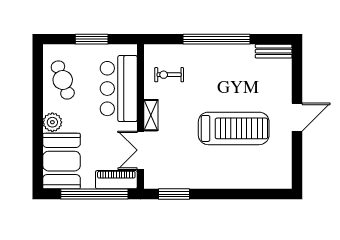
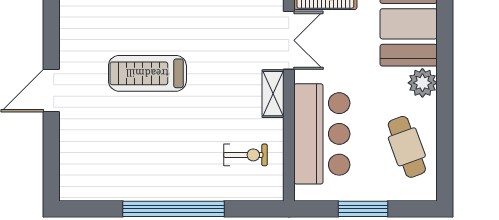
bench: (274, 51) -> (87, 191), removed
treadmill: (234, 128) -> (147, 73), width x0.73, depth x0.73

